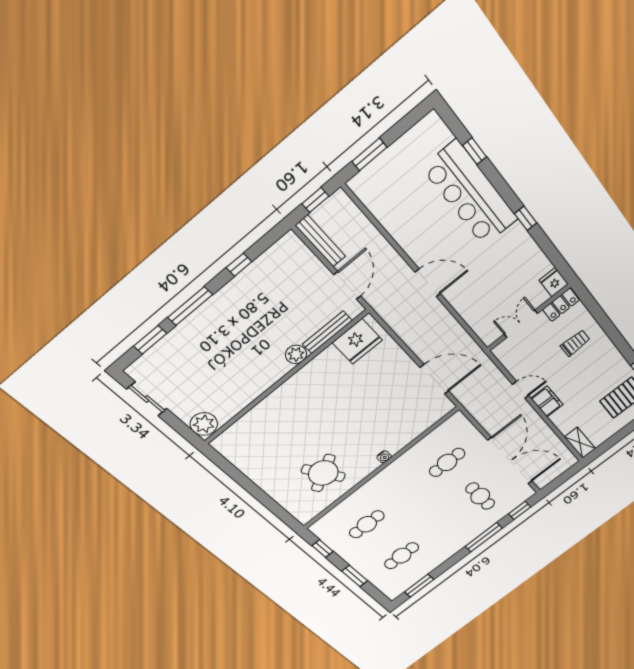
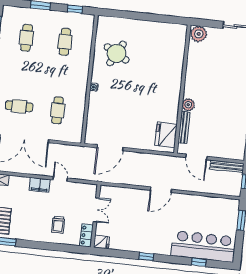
bar counter: (471, 194) -> (203, 246), moved
door: (521, 390) -> (60, 179), swing flipped
round table: (323, 473) -> (117, 53), turned -31

